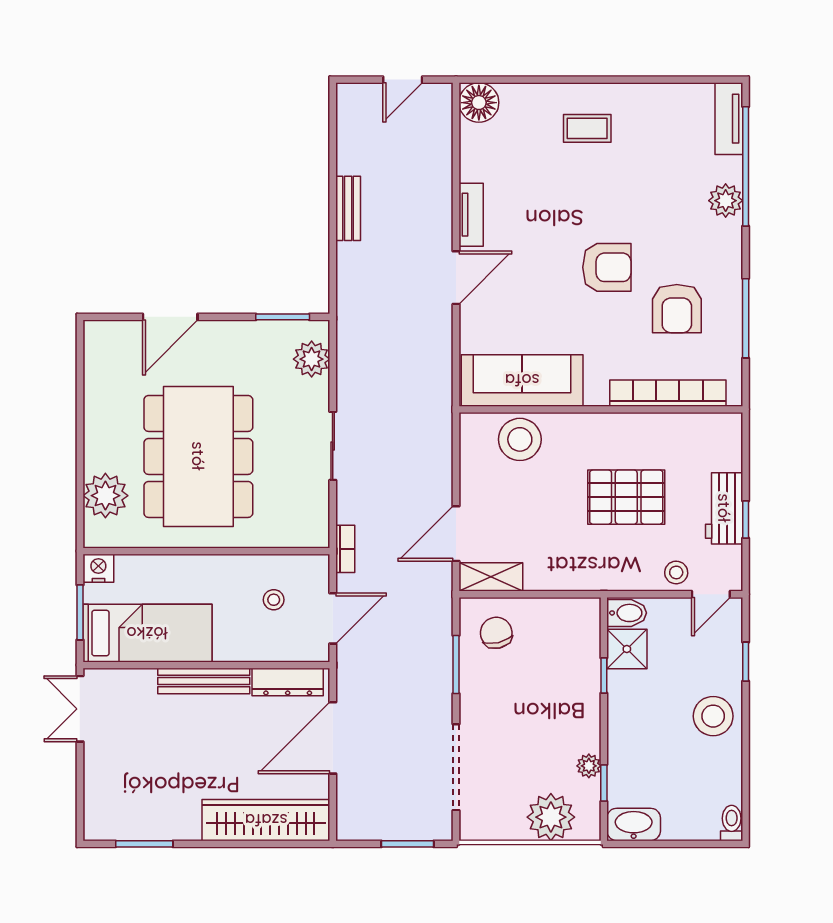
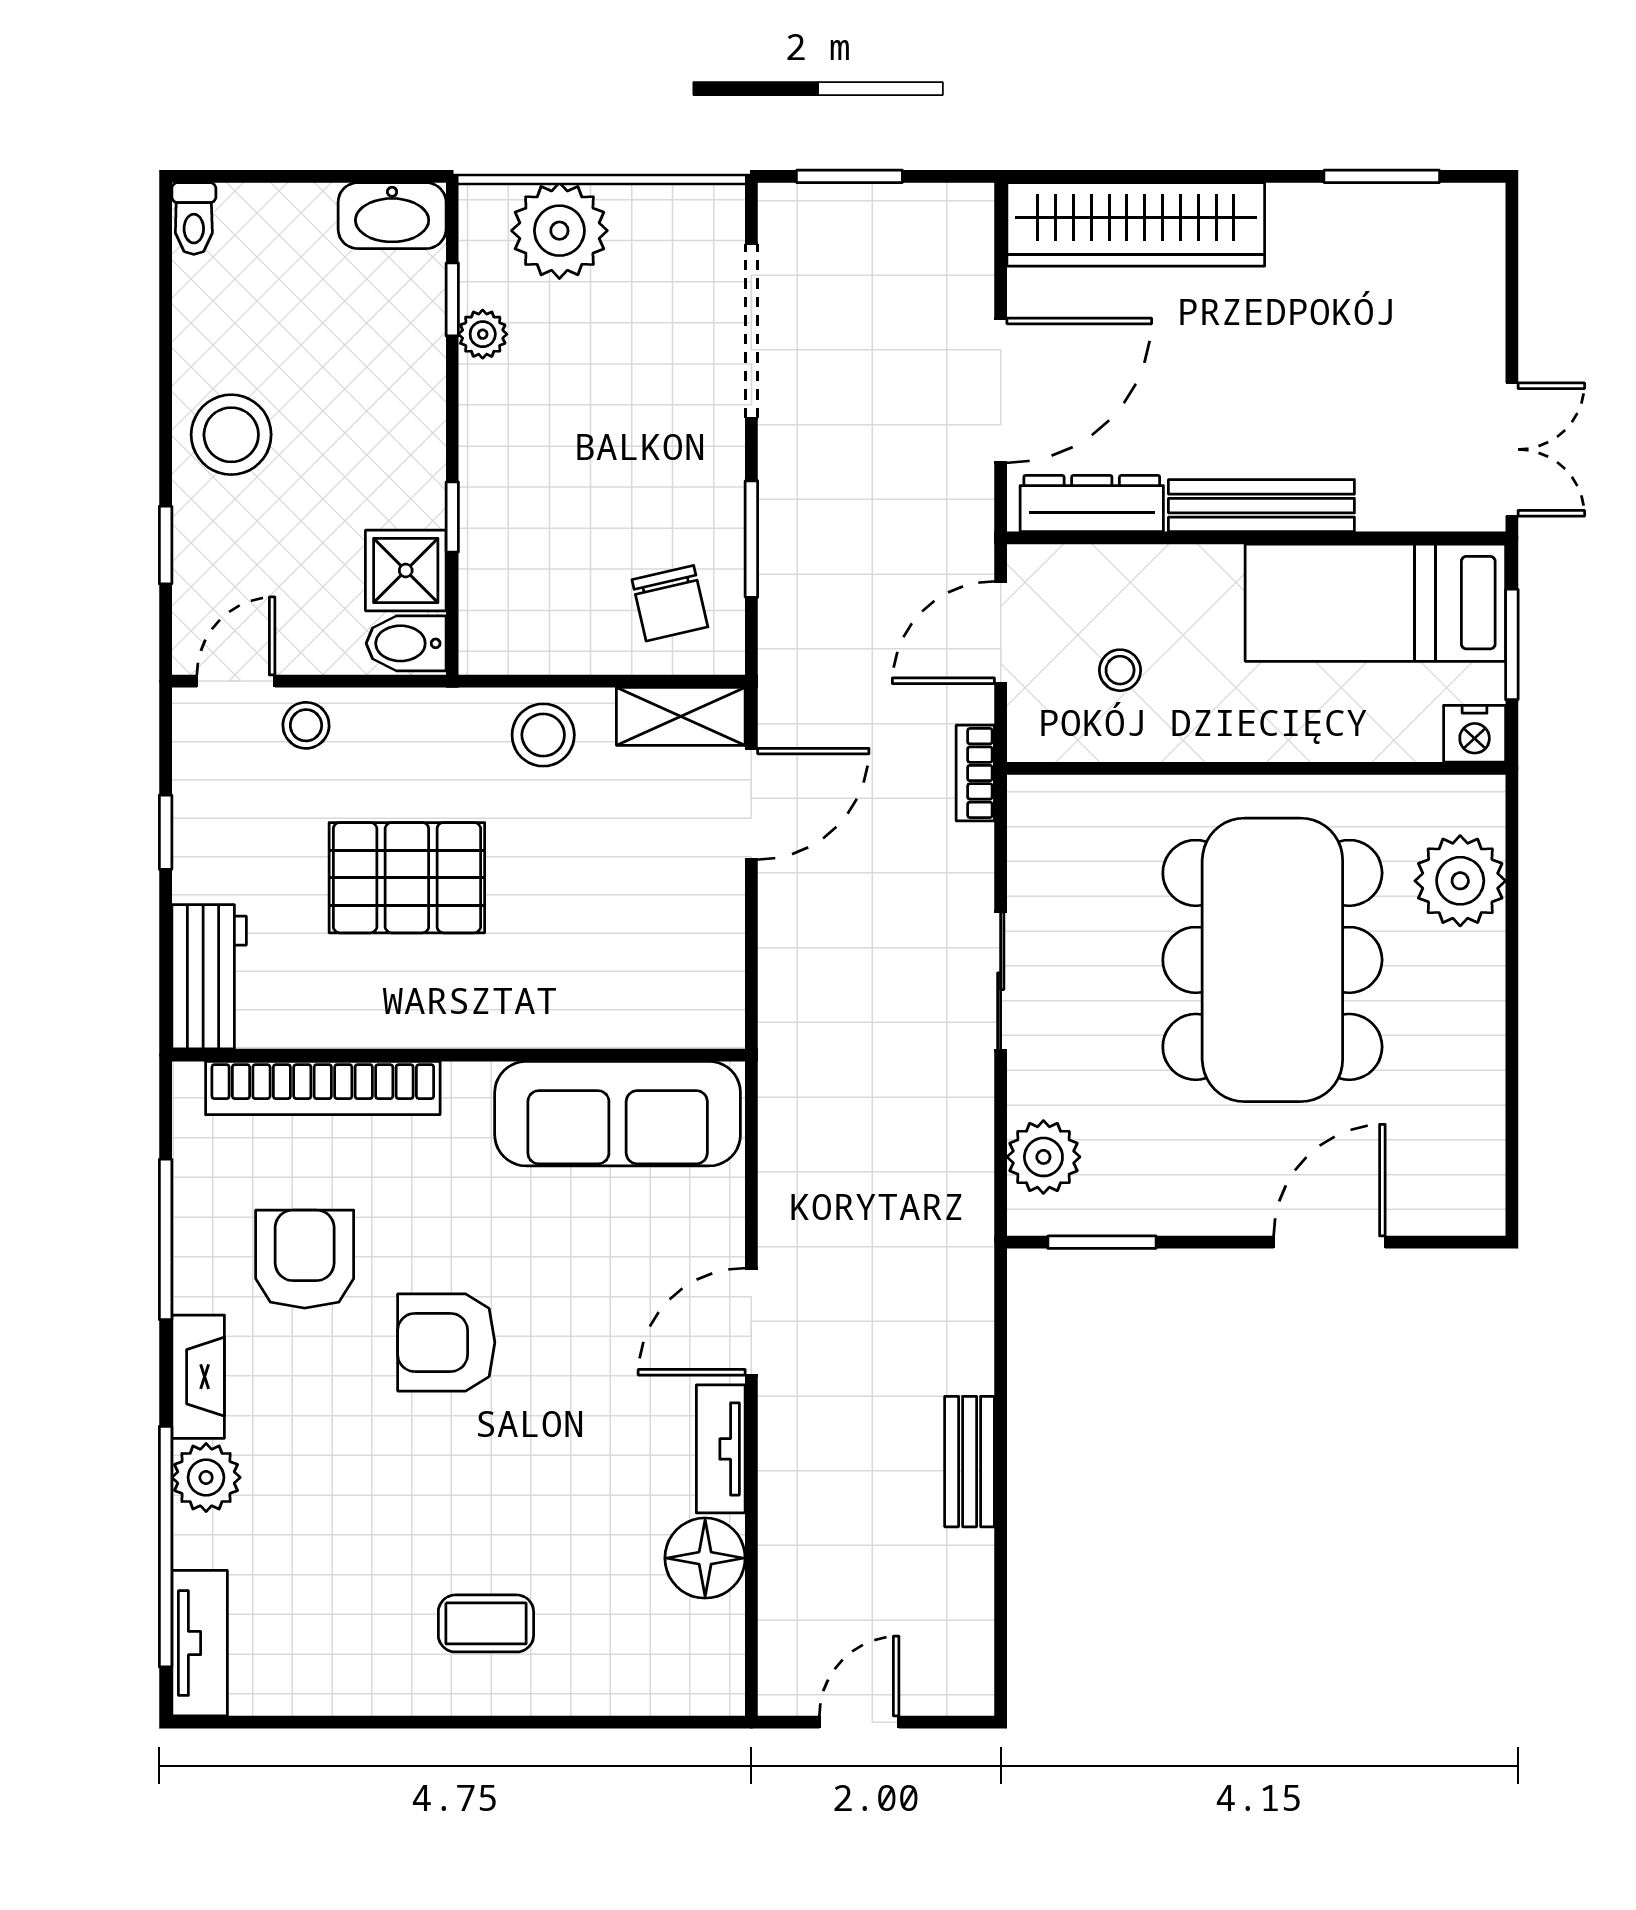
floor lamp: (479, 103) -> (705, 1558), moved
fireplace: (730, 250) -> (198, 1377), added
stool: (520, 439) -> (543, 735), moved, width x0.73, depth x0.73
workbench: (724, 508) -> (209, 977), moved

